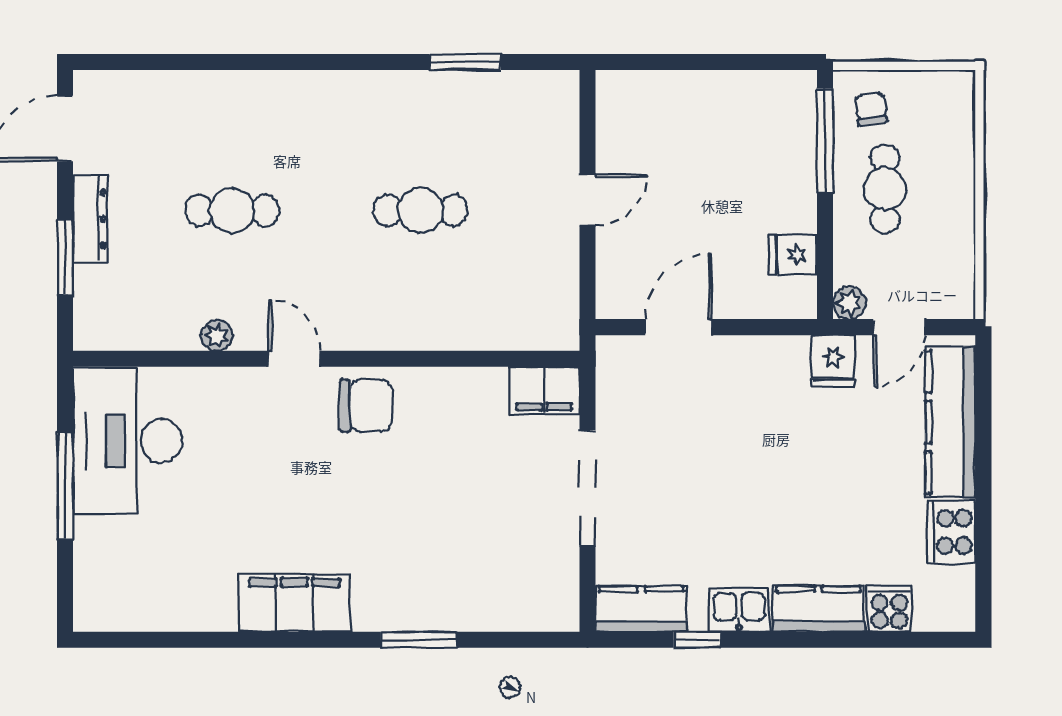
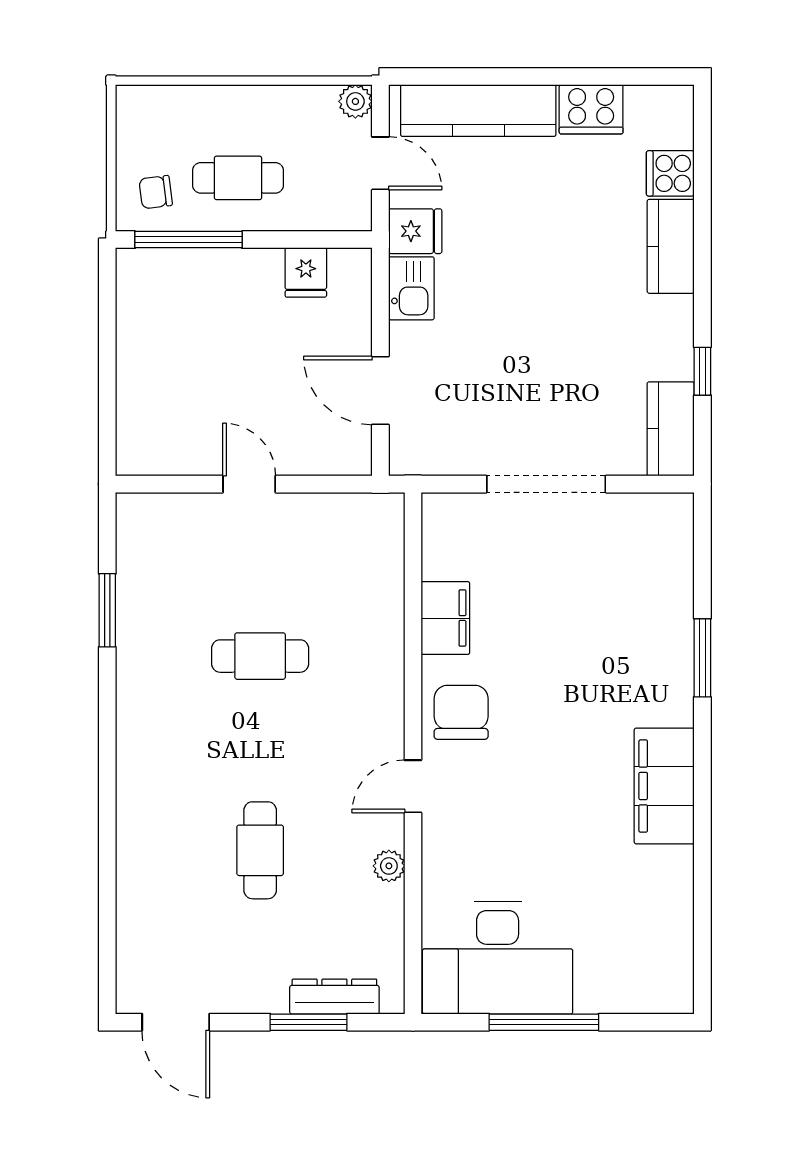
cafe table: (421, 210) -> (260, 656), turned 90
dresser: (90, 219) -> (334, 997), moved
plant: (849, 303) -> (355, 101), moved
filing cabinet: (544, 390) -> (445, 618), moved
kitchen sink: (739, 610) -> (411, 288), moved, turned 180

